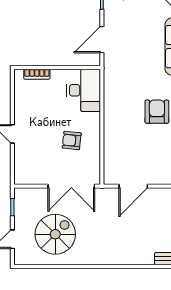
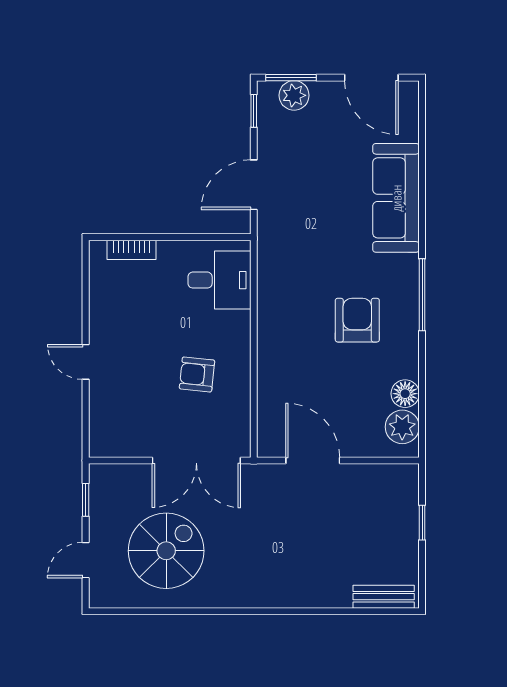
desk: (84, 90) -> (220, 280), width x0.73
door: (133, 186) -> (313, 460), swing flipped

